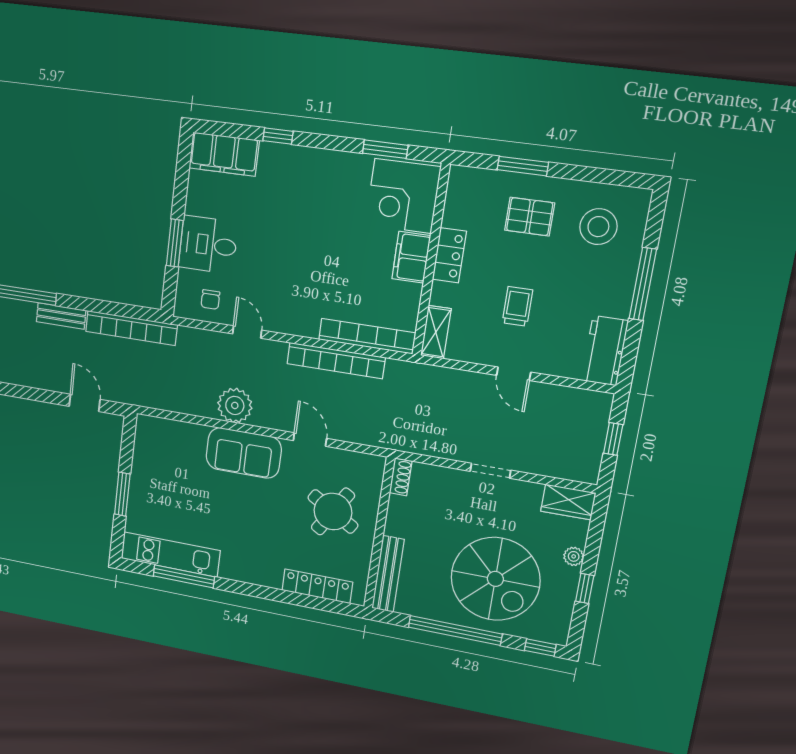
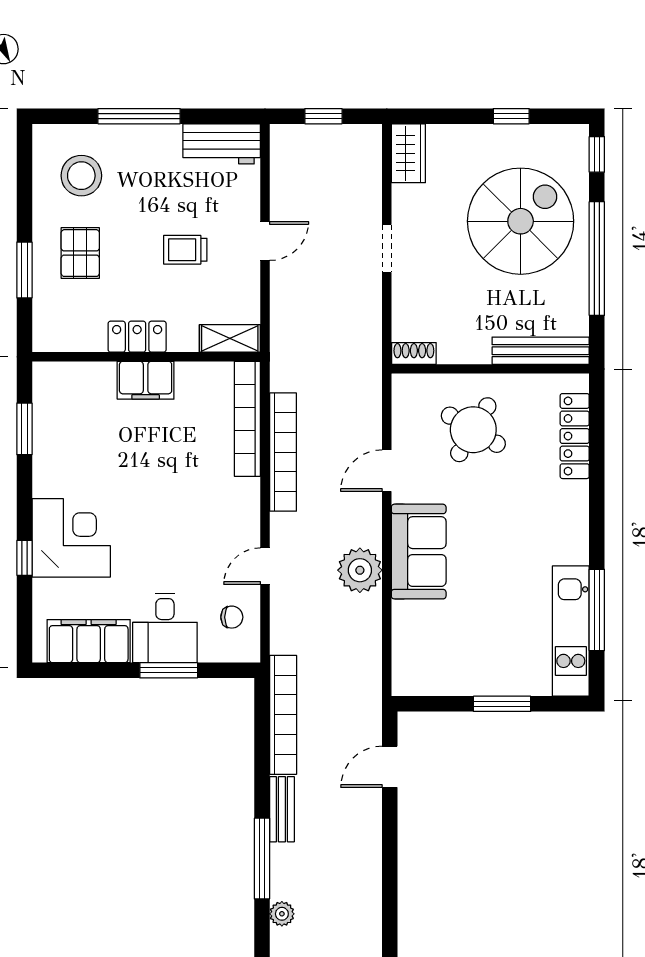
filing cabinet: (224, 154) -> (89, 641), moved, turned -90
corner desk: (403, 196) -> (71, 538), moved, turned -90
plant: (574, 556) -> (474, 136), removed

